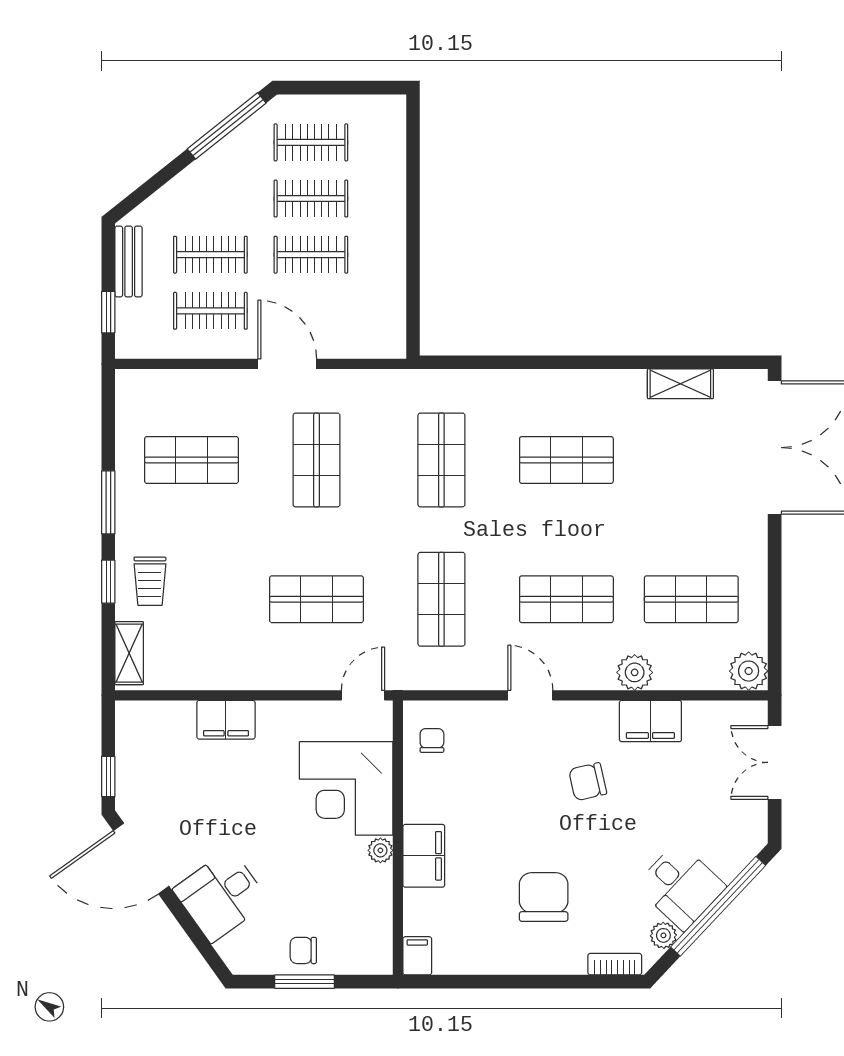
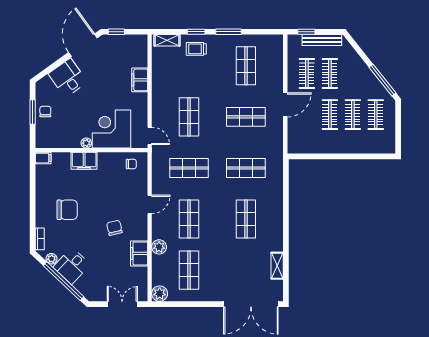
bench: (129, 261) -> (322, 40), width x1.36

